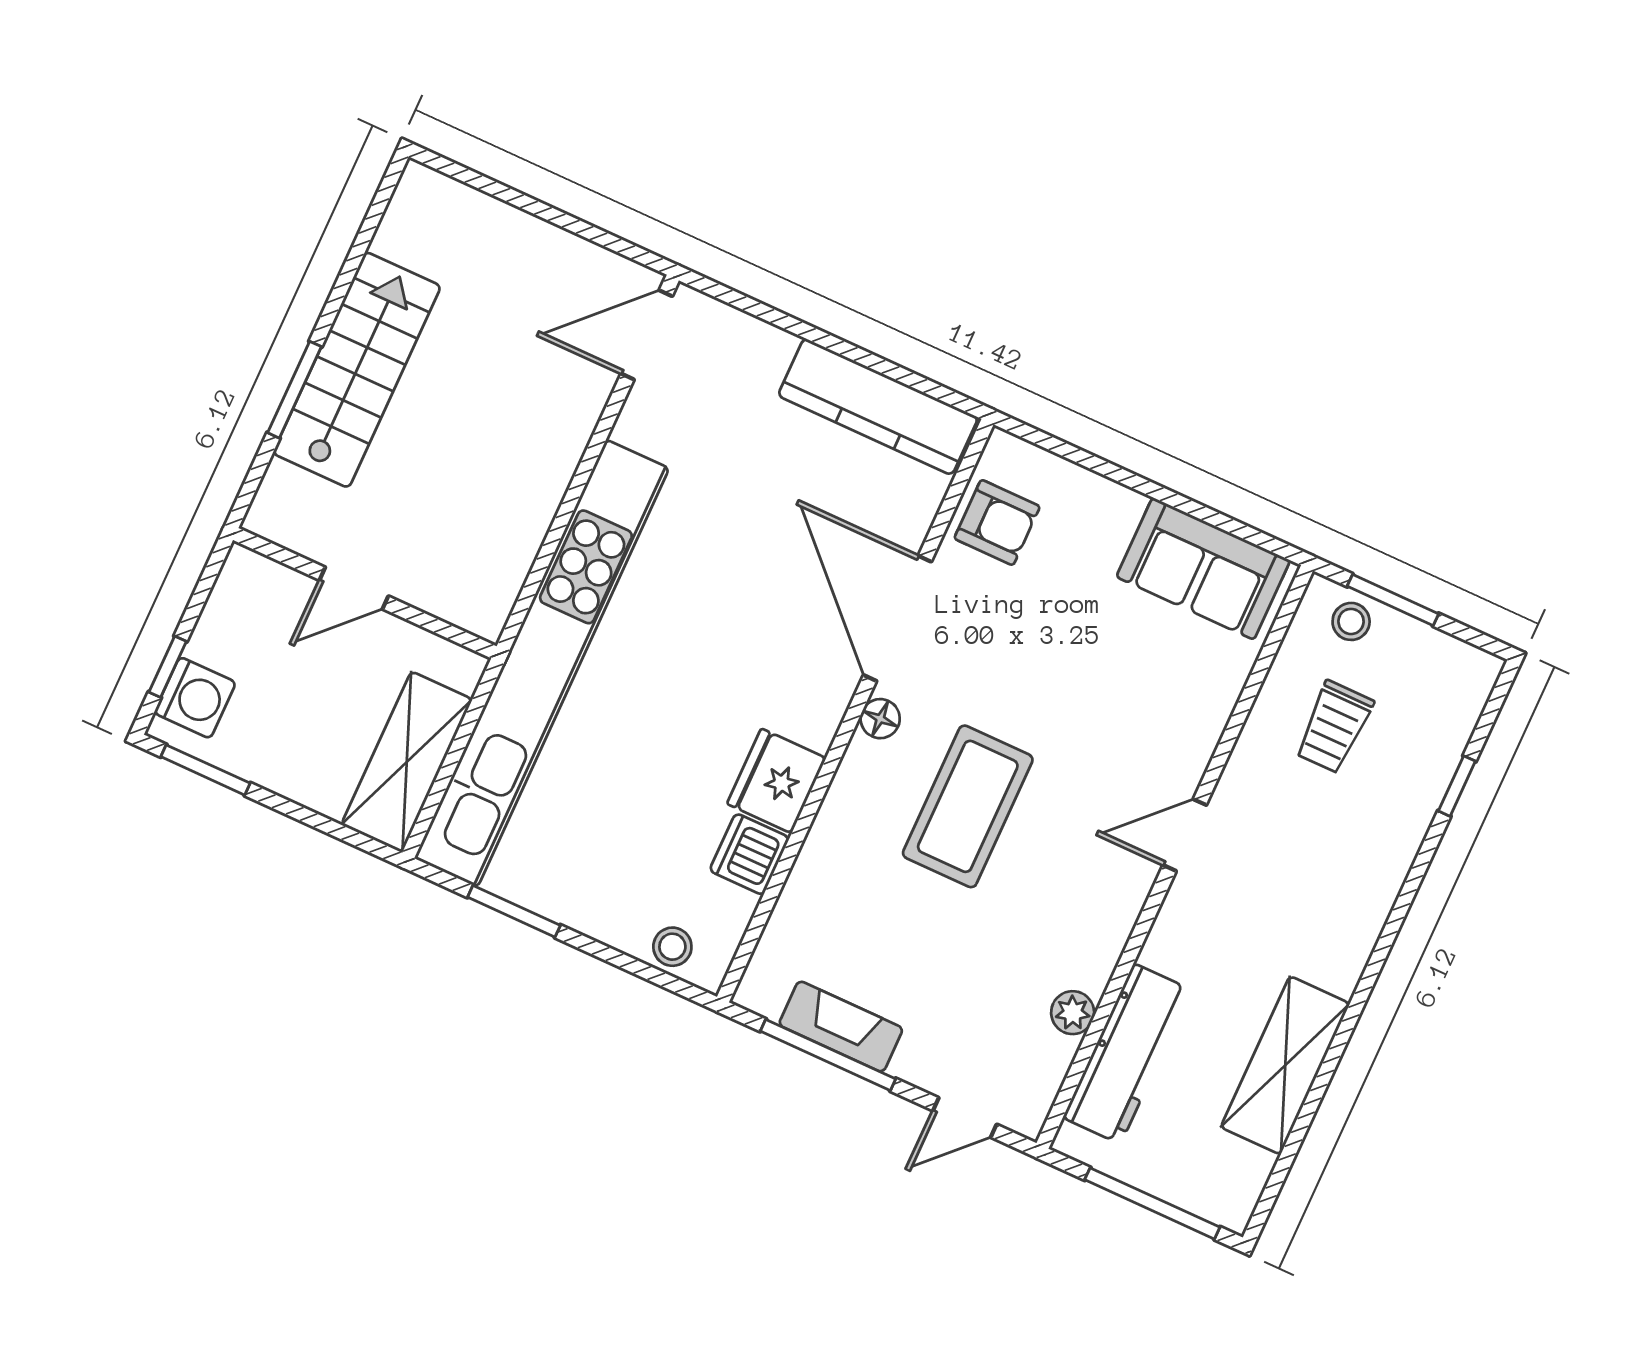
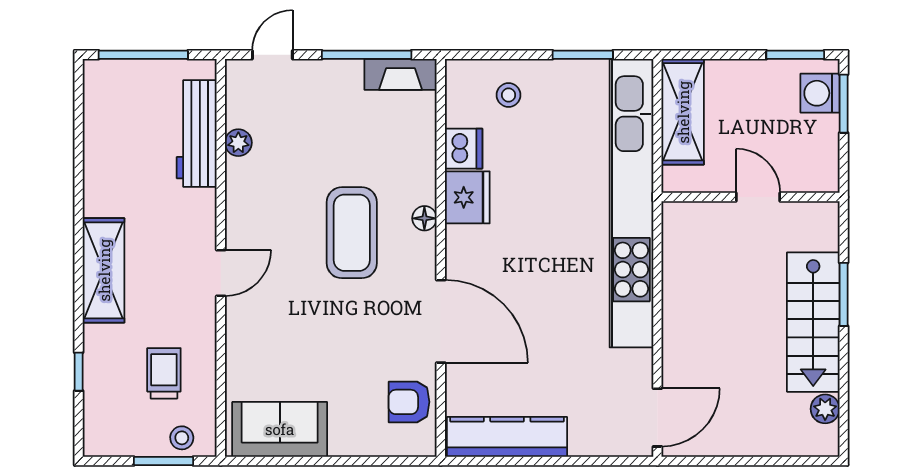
plant: (397, 236) -> (825, 409), added
door: (354, 588) -> (758, 197), hinge flipped
window: (168, 667) -> (844, 104), width x1.50
floor lamp: (880, 719) -> (424, 218), moved
stool: (672, 947) -> (509, 95), moved
fireplace: (841, 1026) -> (400, 74), moved
shelving: (1285, 1065) -> (104, 270), moved

